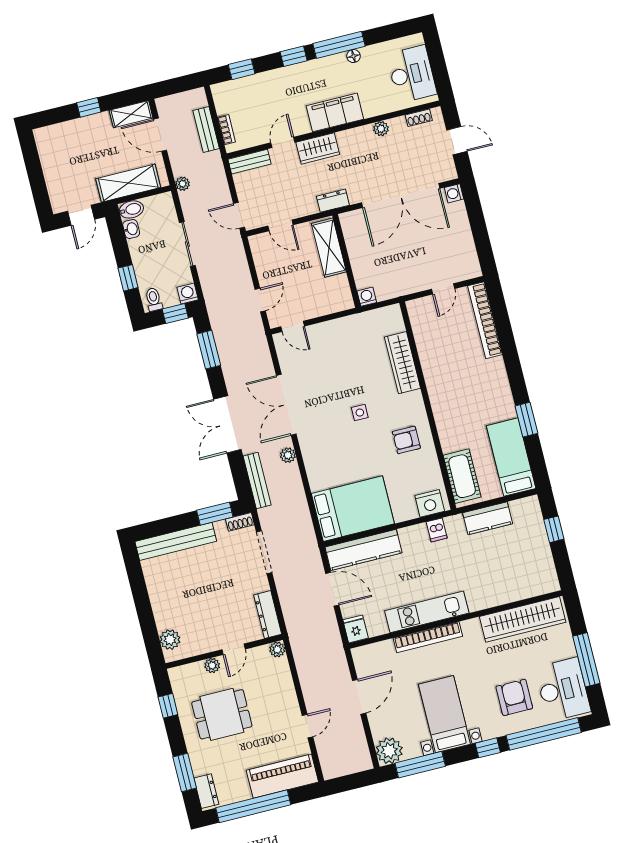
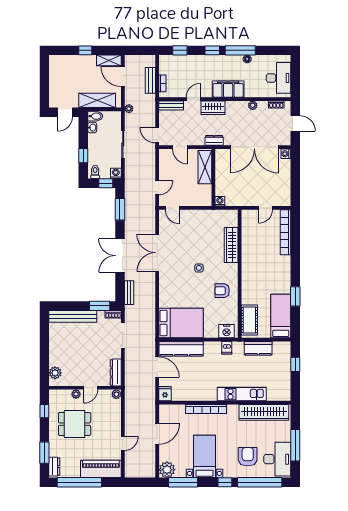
plant: (288, 455) -> (151, 282), removed
bench: (257, 481) -> (129, 293), width x0.73
kitchen unit: (427, 612) -> (242, 394), moved

